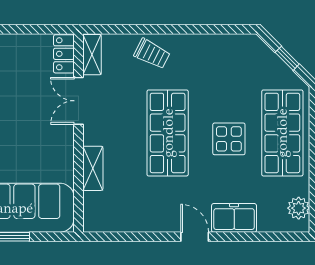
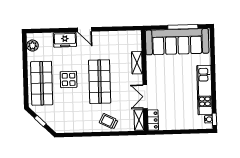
double door: (78, 101) -> (145, 97), swing flipped

